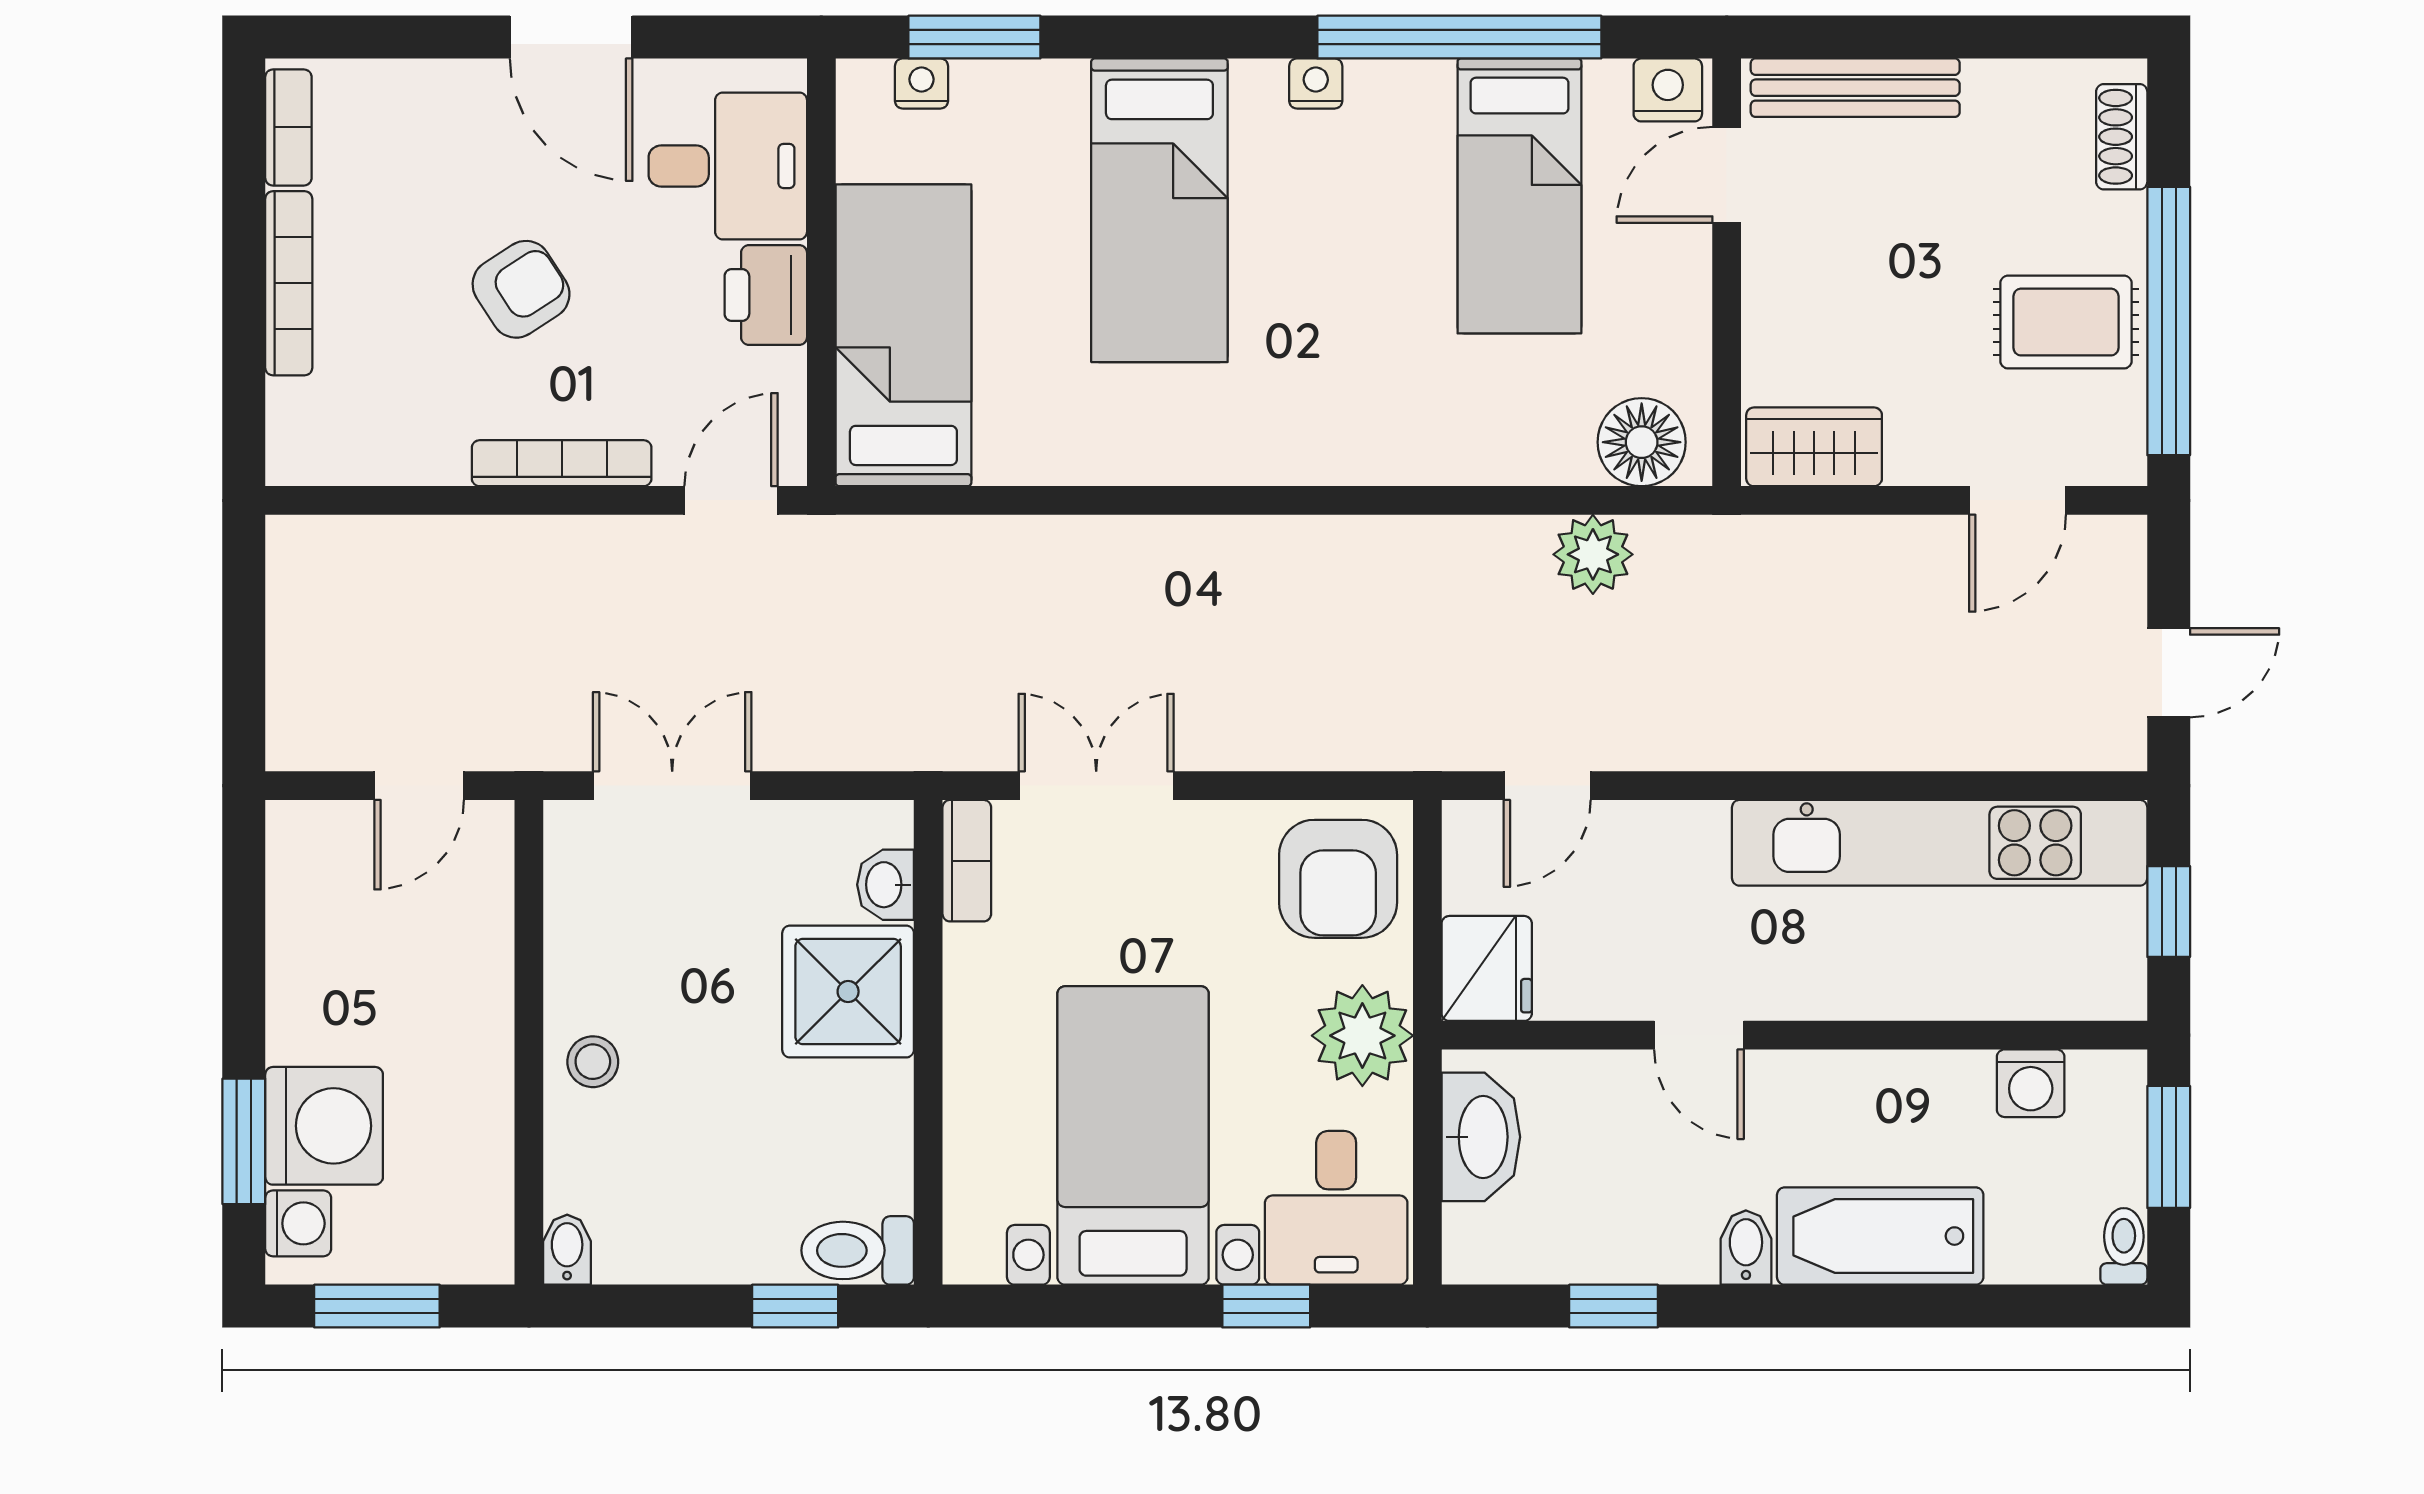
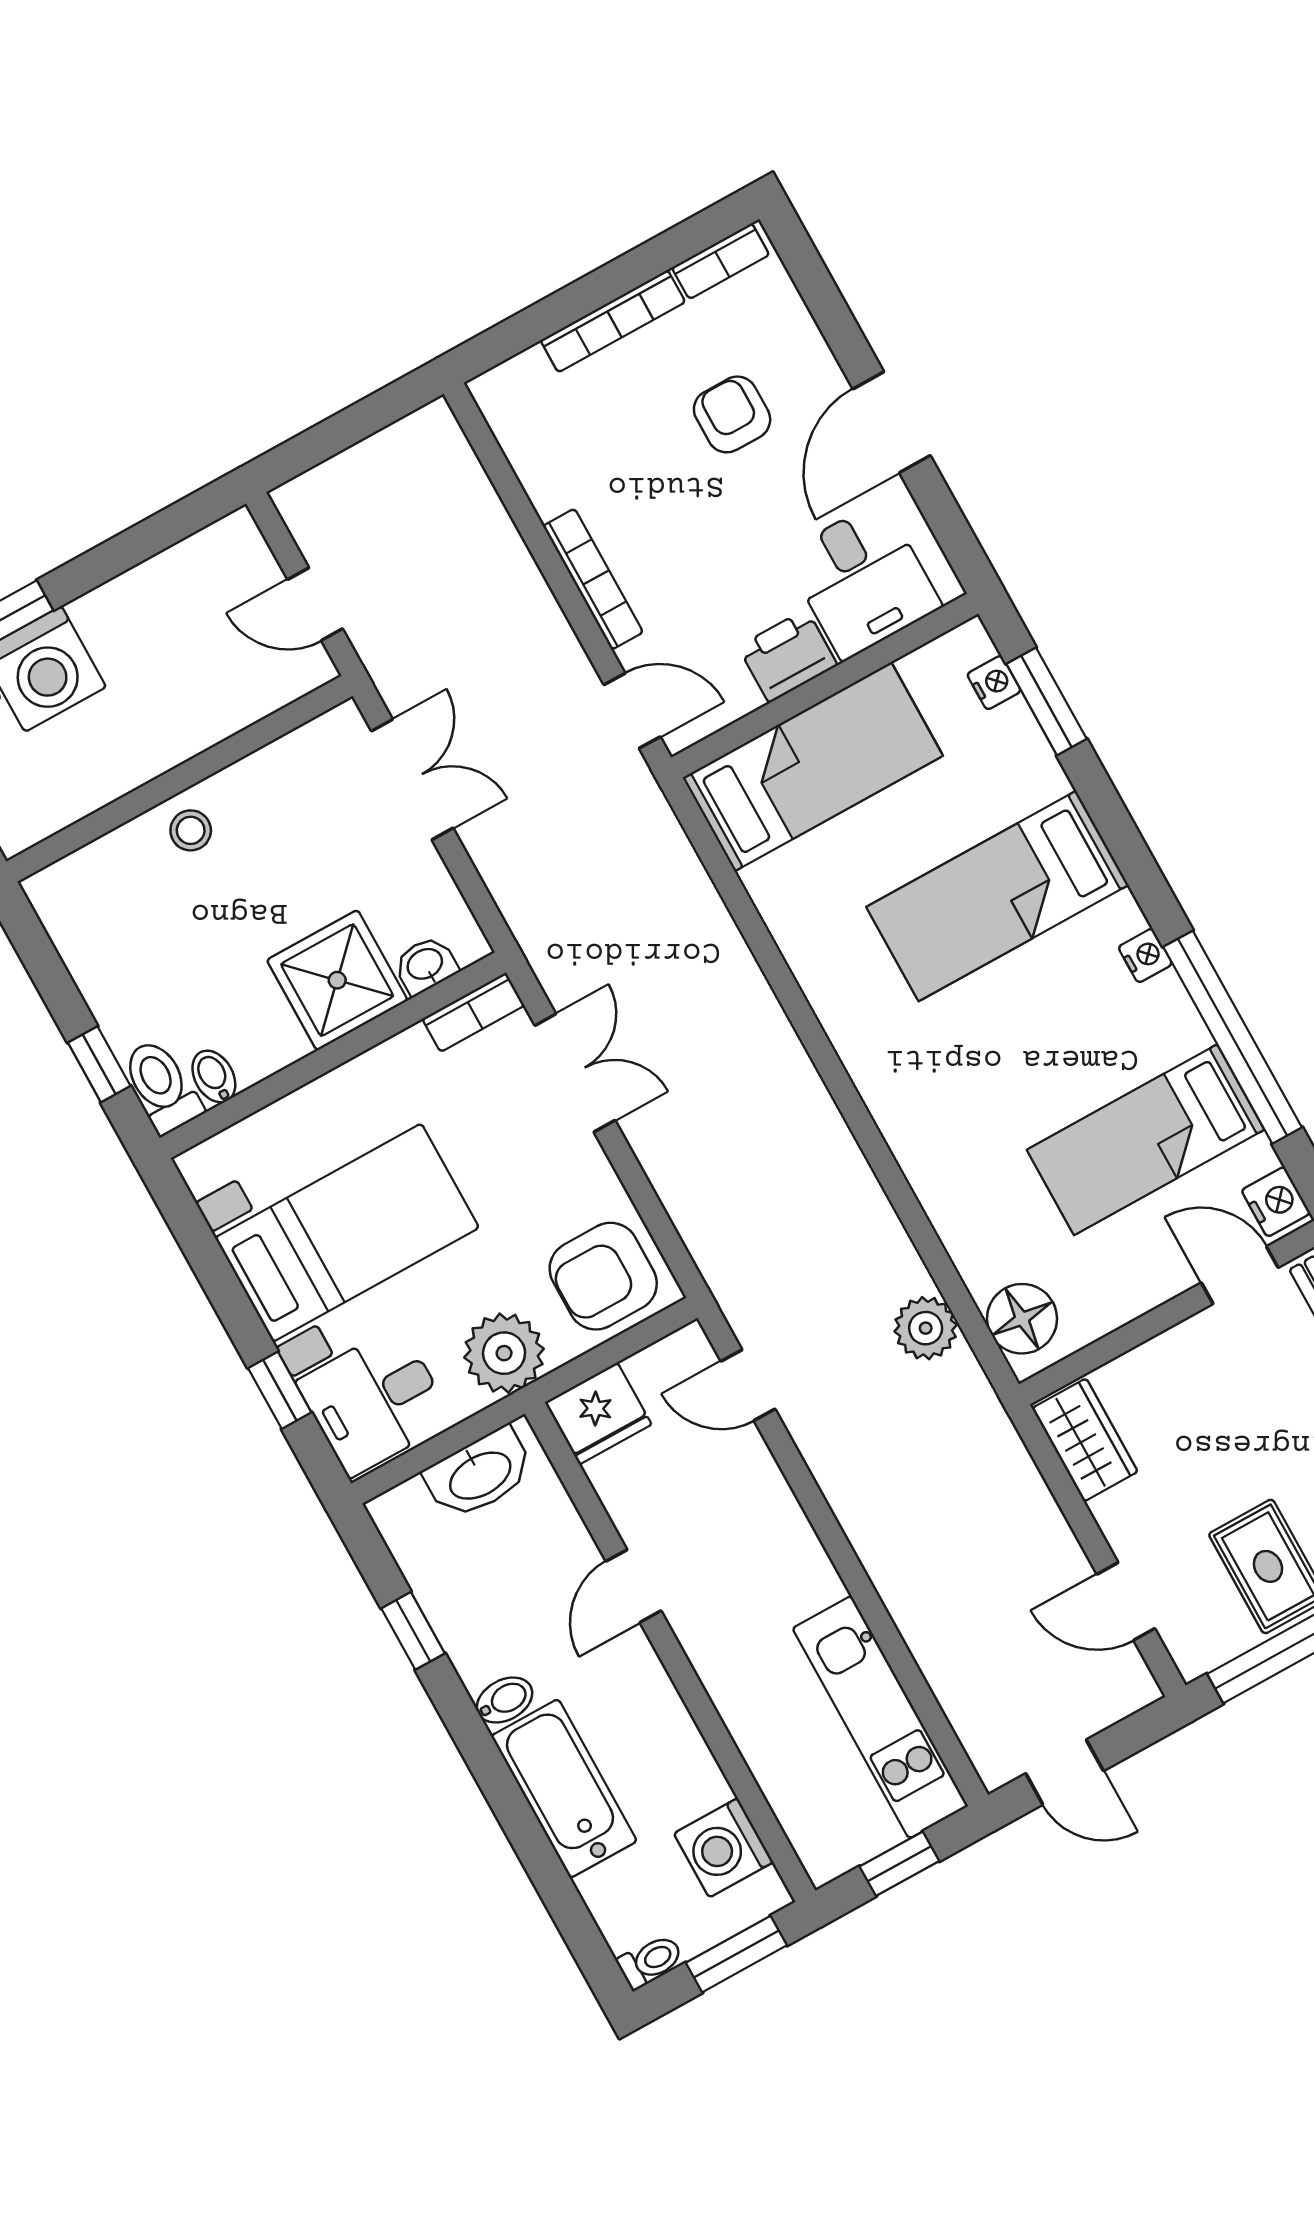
armchair: (521, 289) -> (732, 414), moved, turned -147
kitchen unit: (1940, 843) -> (880, 1717), width x0.73
washing machine: (2031, 1083) -> (724, 1848), width x1.38, depth x1.38
bidet: (567, 1250) -> (214, 1076), moved, turned -90

